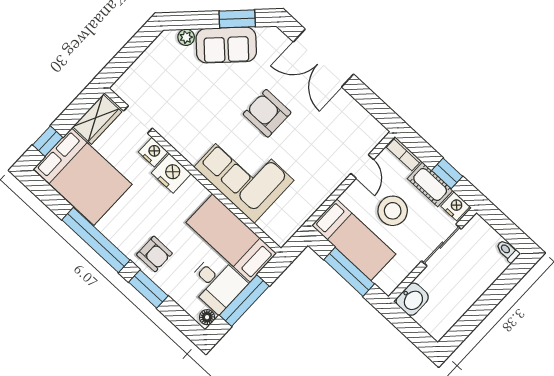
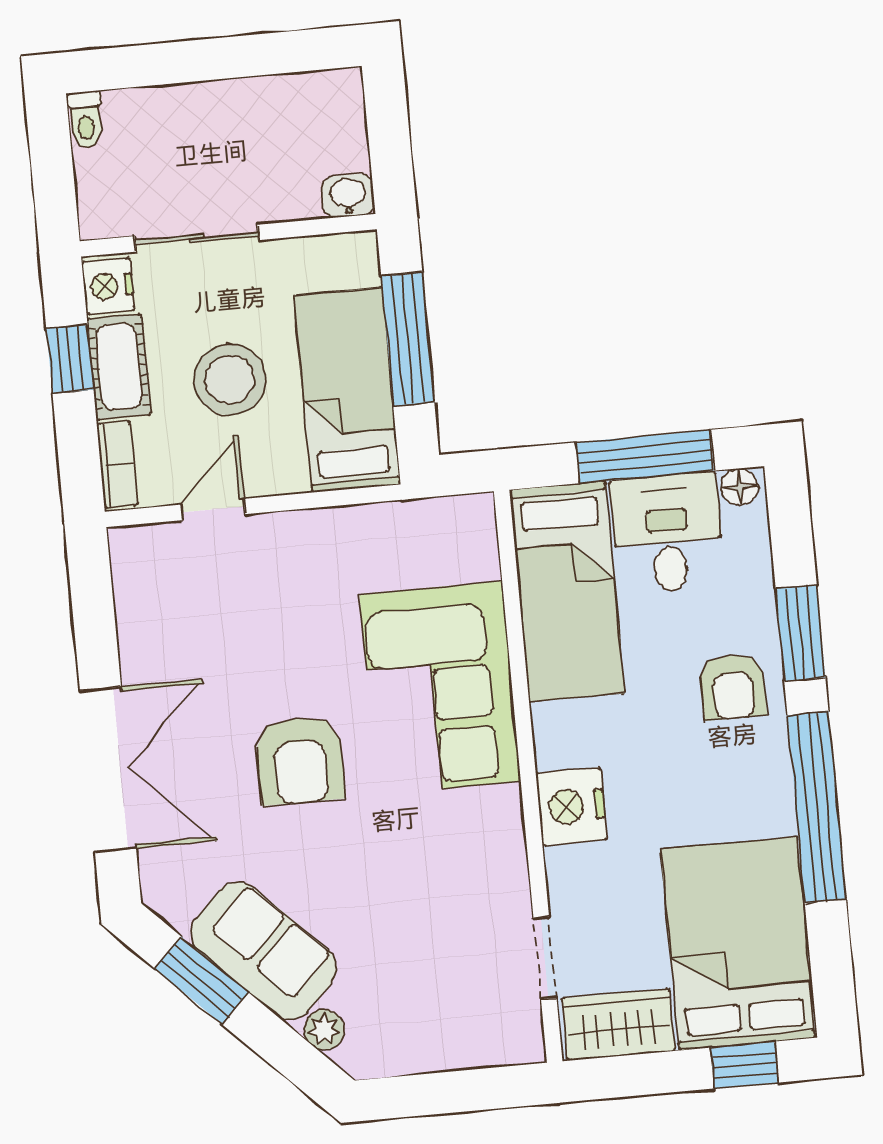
nightstand: (153, 152) -> (570, 874), removed
armchair: (154, 254) -> (733, 687), turned 180
washbasin: (412, 299) -> (348, 195), width x0.72, depth x0.69

